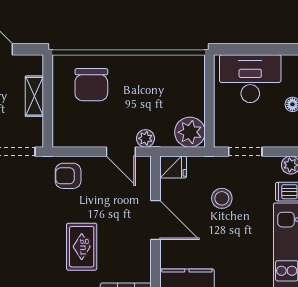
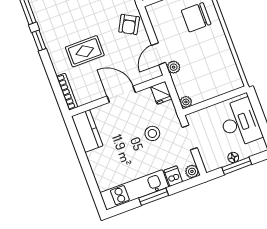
plant: (190, 132) -> (186, 102), width x0.53, depth x0.53
armchair: (68, 176) -> (129, 24), turned -151
door: (155, 220) -> (121, 94), swing flipped

